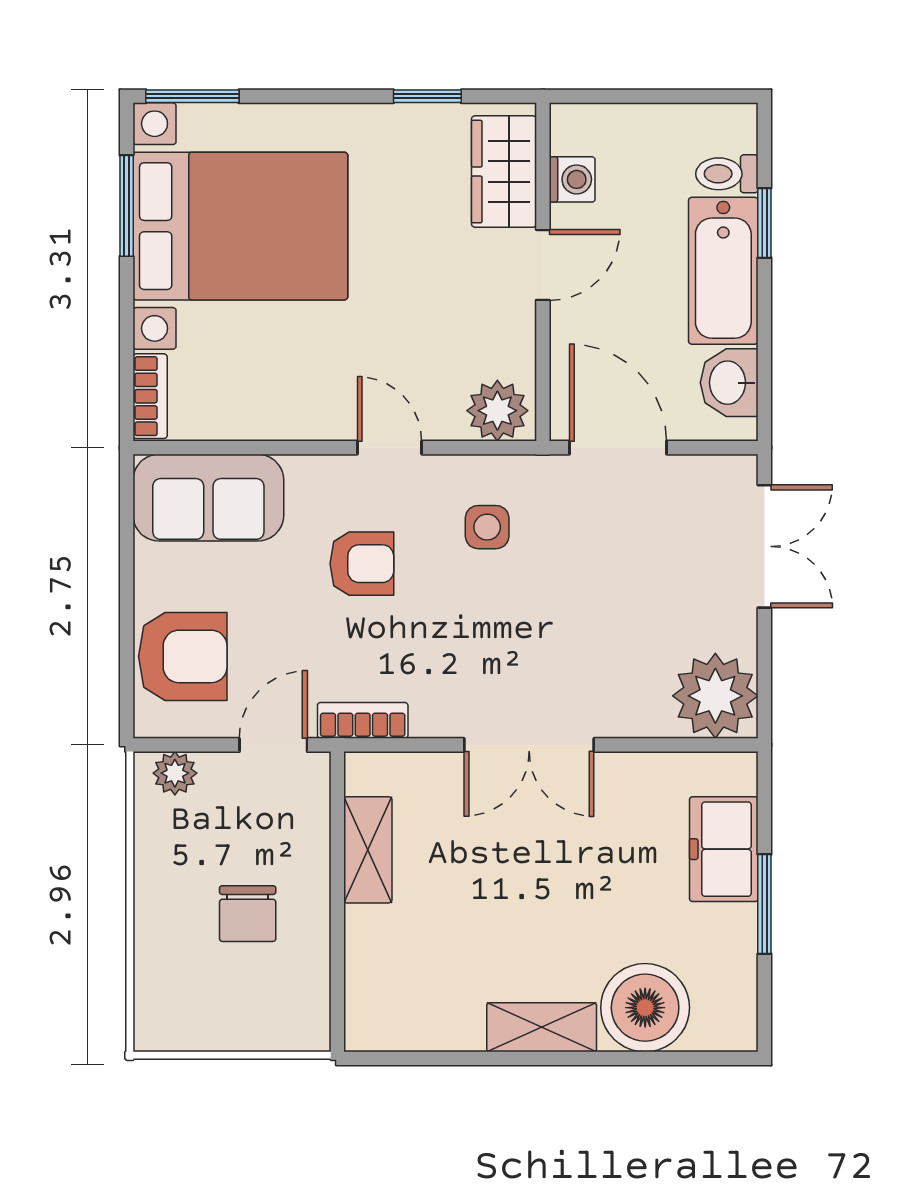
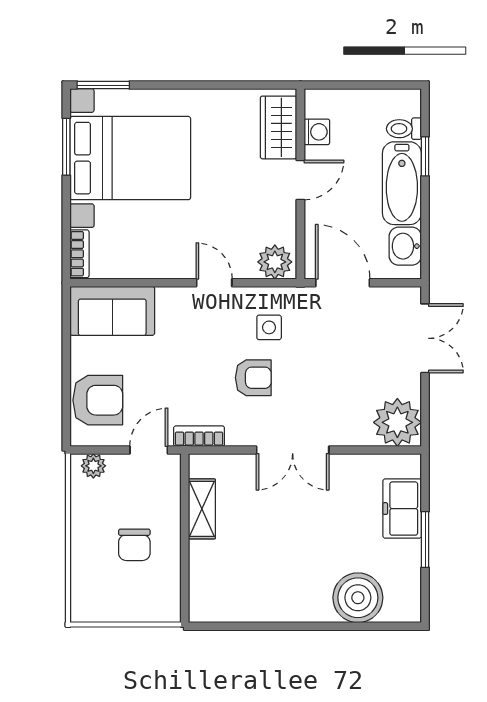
window: (427, 96) -> (235, 85), removed
armchair: (362, 564) -> (253, 378), moved
shelving: (542, 1027) -> (300, 609), removed

